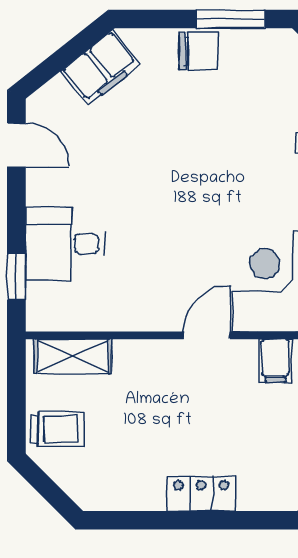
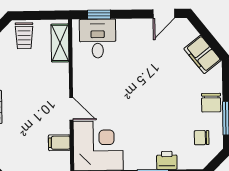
chair: (269, 72) -> (202, 138), added
desk: (65, 244) -> (98, 39), moved

